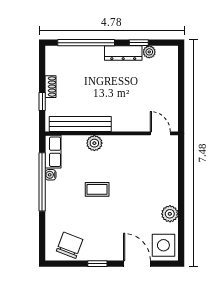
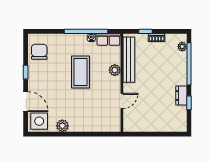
plant: (149, 52) -> (182, 47), moved
dresser: (123, 53) -> (181, 96), width x0.70
door: (160, 133) -> (122, 101), moved
coffee table: (97, 189) -> (80, 72), width x1.86, depth x1.72
chair: (70, 245) -> (39, 52), turned -111
door: (137, 264) -> (26, 102), hinge flipped

